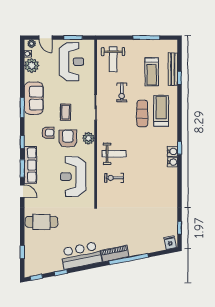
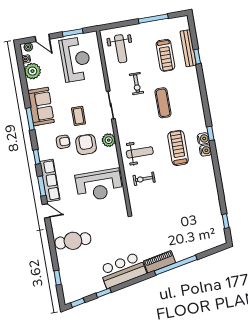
treadmill: (161, 111) -> (178, 148), moved
reception desk: (73, 177) -> (99, 185), turned -90
fridge: (170, 243) -> (218, 239), removed

